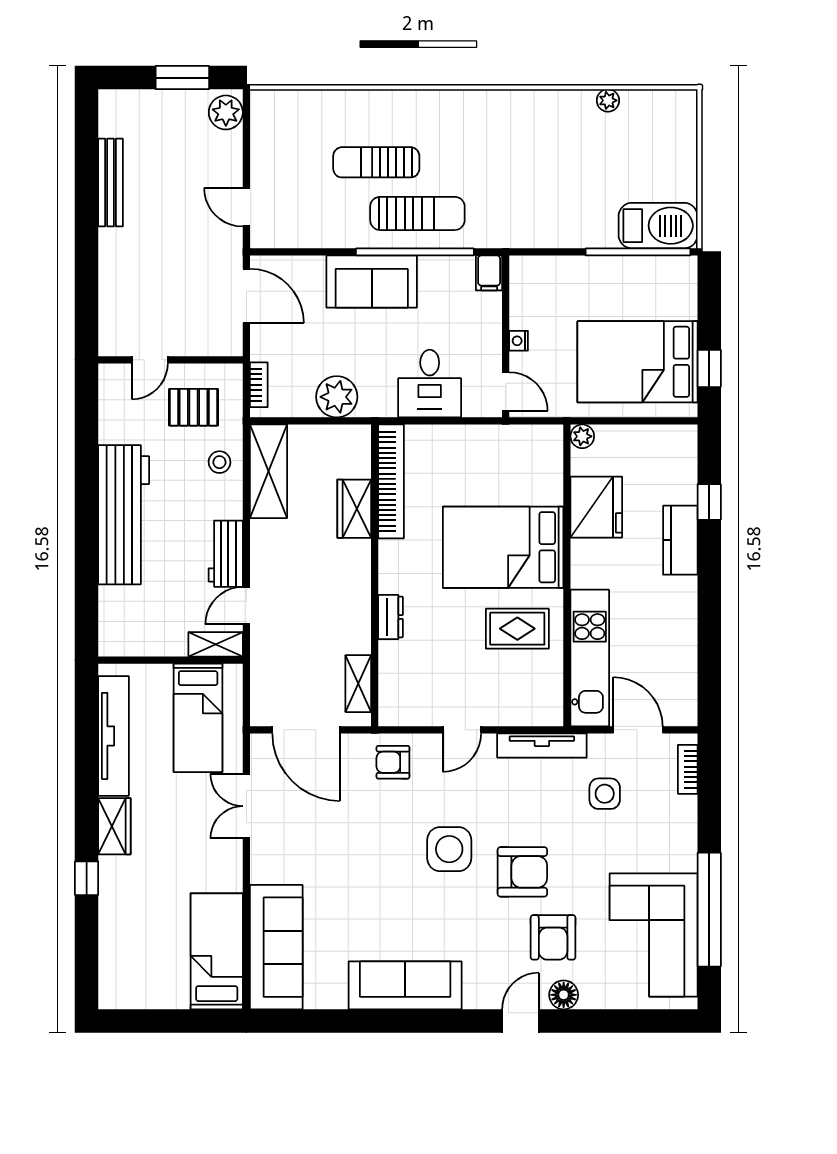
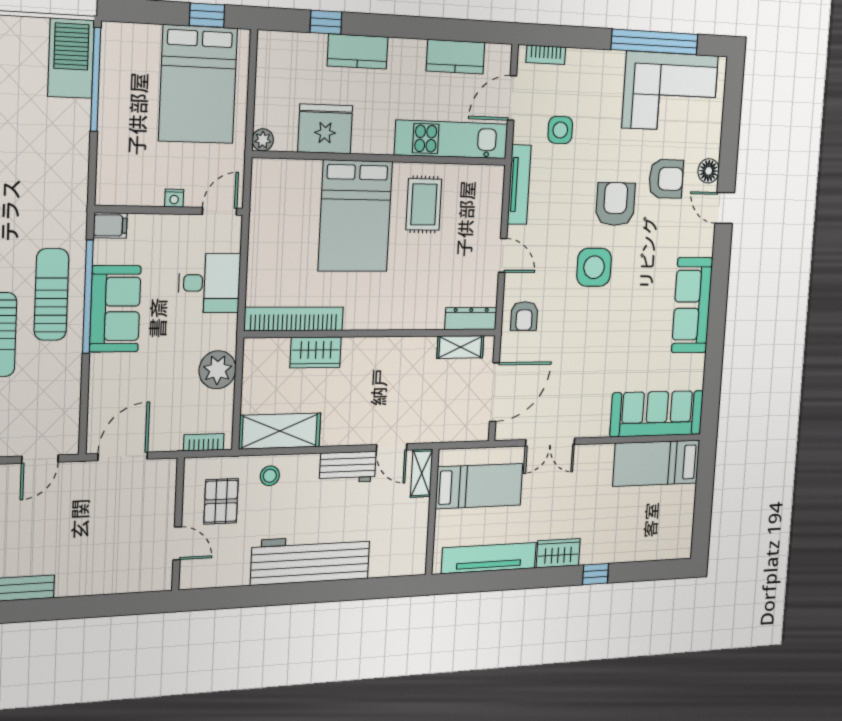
sofa: (372, 282) -> (115, 309), moved
dresser: (390, 617) -> (471, 319), moved, width x1.44
kitchen counter: (680, 657) -> (456, 57), added

